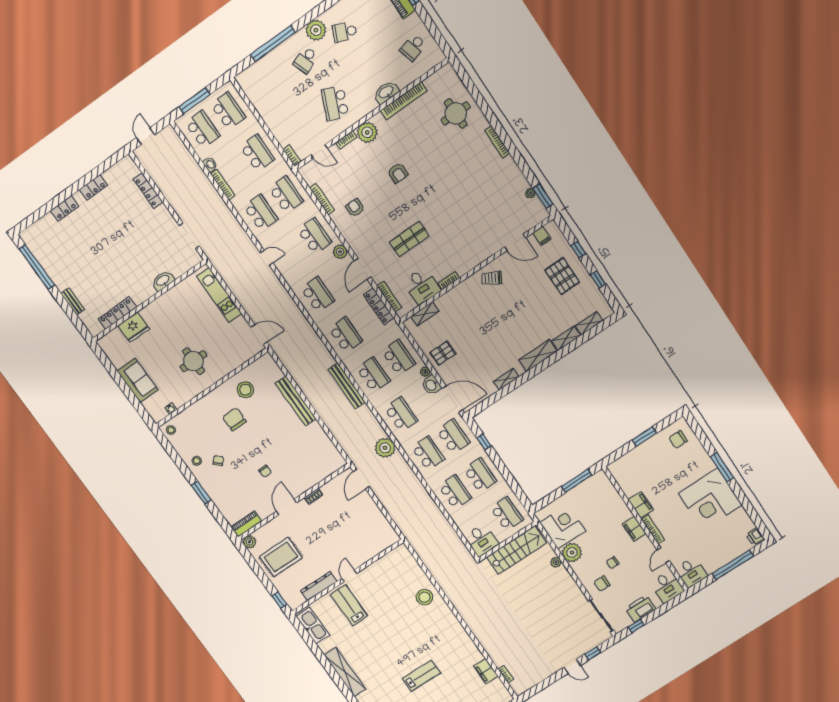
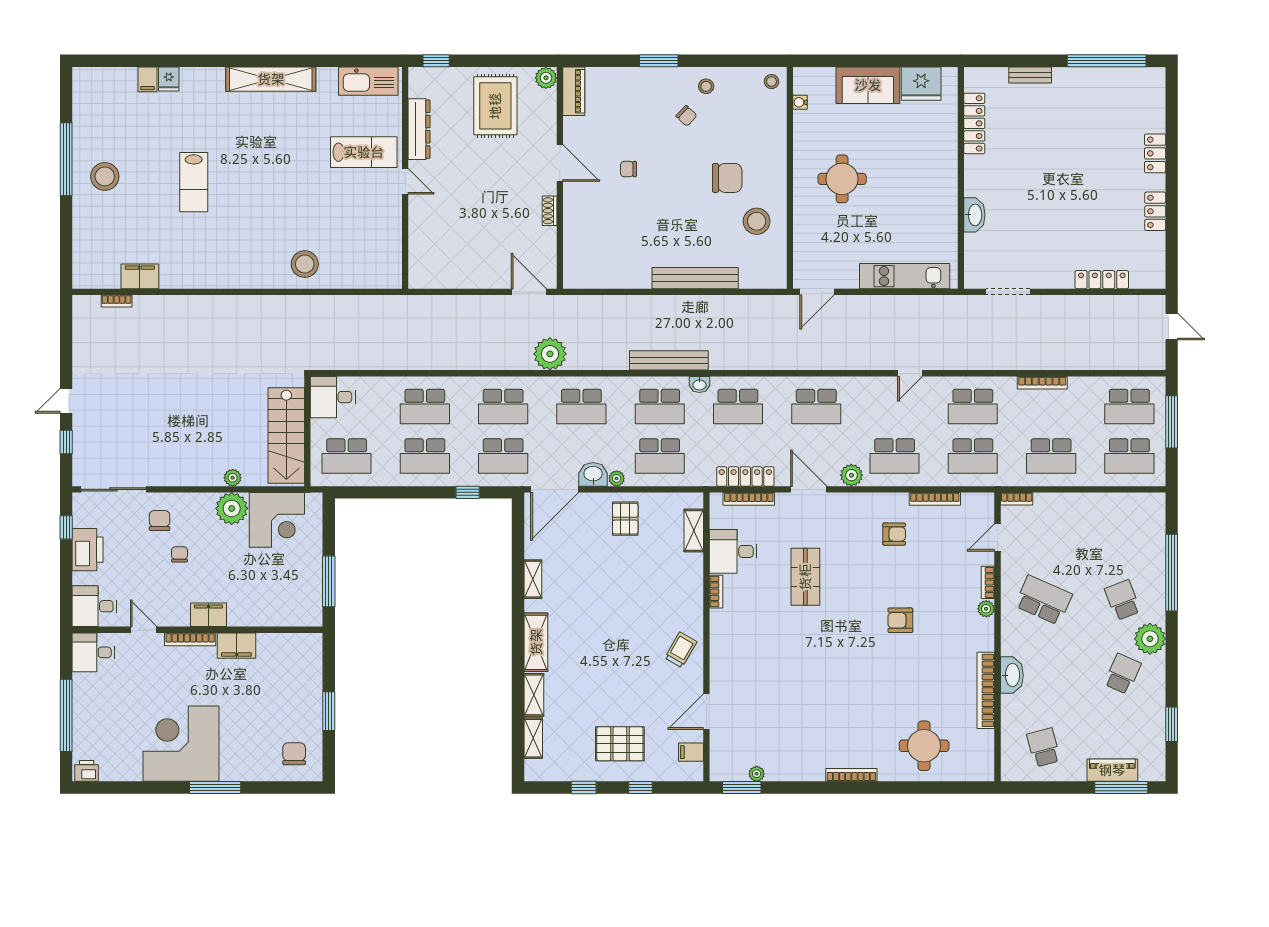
plant: (367, 132) -> (986, 609), width x0.53, depth x0.53
washbasin: (210, 164) -> (699, 385), moved
fridge: (134, 327) -> (921, 84), moved, turned -90

